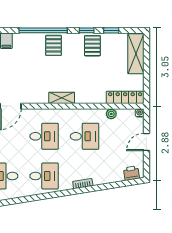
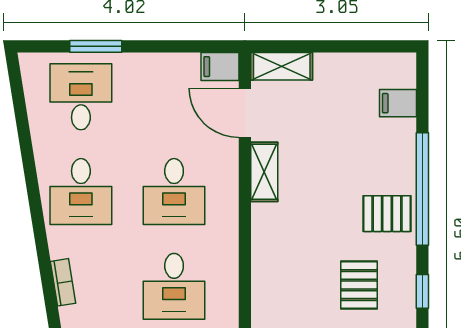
pallet: (92, 46) -> (359, 285), moved, turned 90
shelving: (62, 98) -> (264, 172), moved

